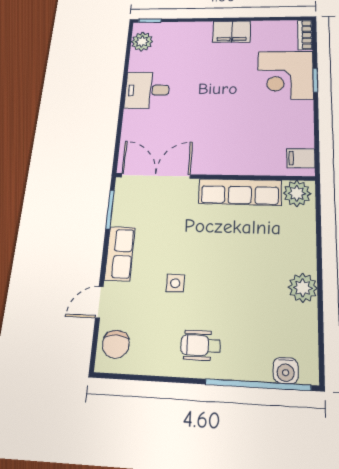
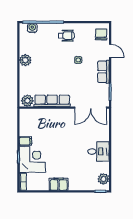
filing cabinet: (301, 158) -> (25, 141), moved
door: (99, 302) -> (110, 51), hinge flipped

